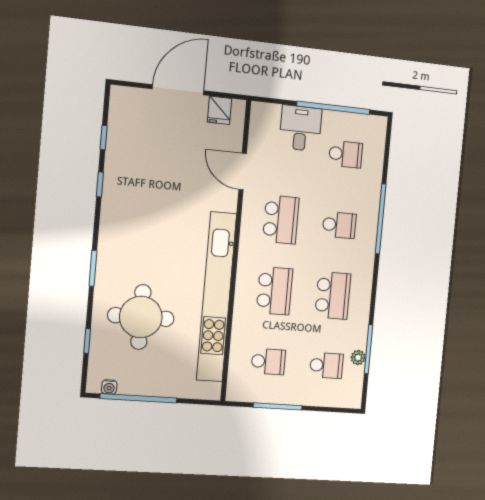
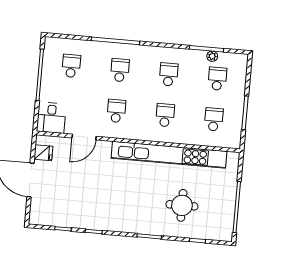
desk: (300, 128) -> (51, 118), moved, turned -90
school desk: (281, 220) -> (116, 111), width x0.54
school desk: (275, 291) -> (165, 115), width x0.54
school desk: (333, 295) -> (169, 74), width x0.54
round table: (141, 317) -> (182, 205), width x0.73, depth x0.73
water cooler: (109, 387) -> (229, 226), removed

